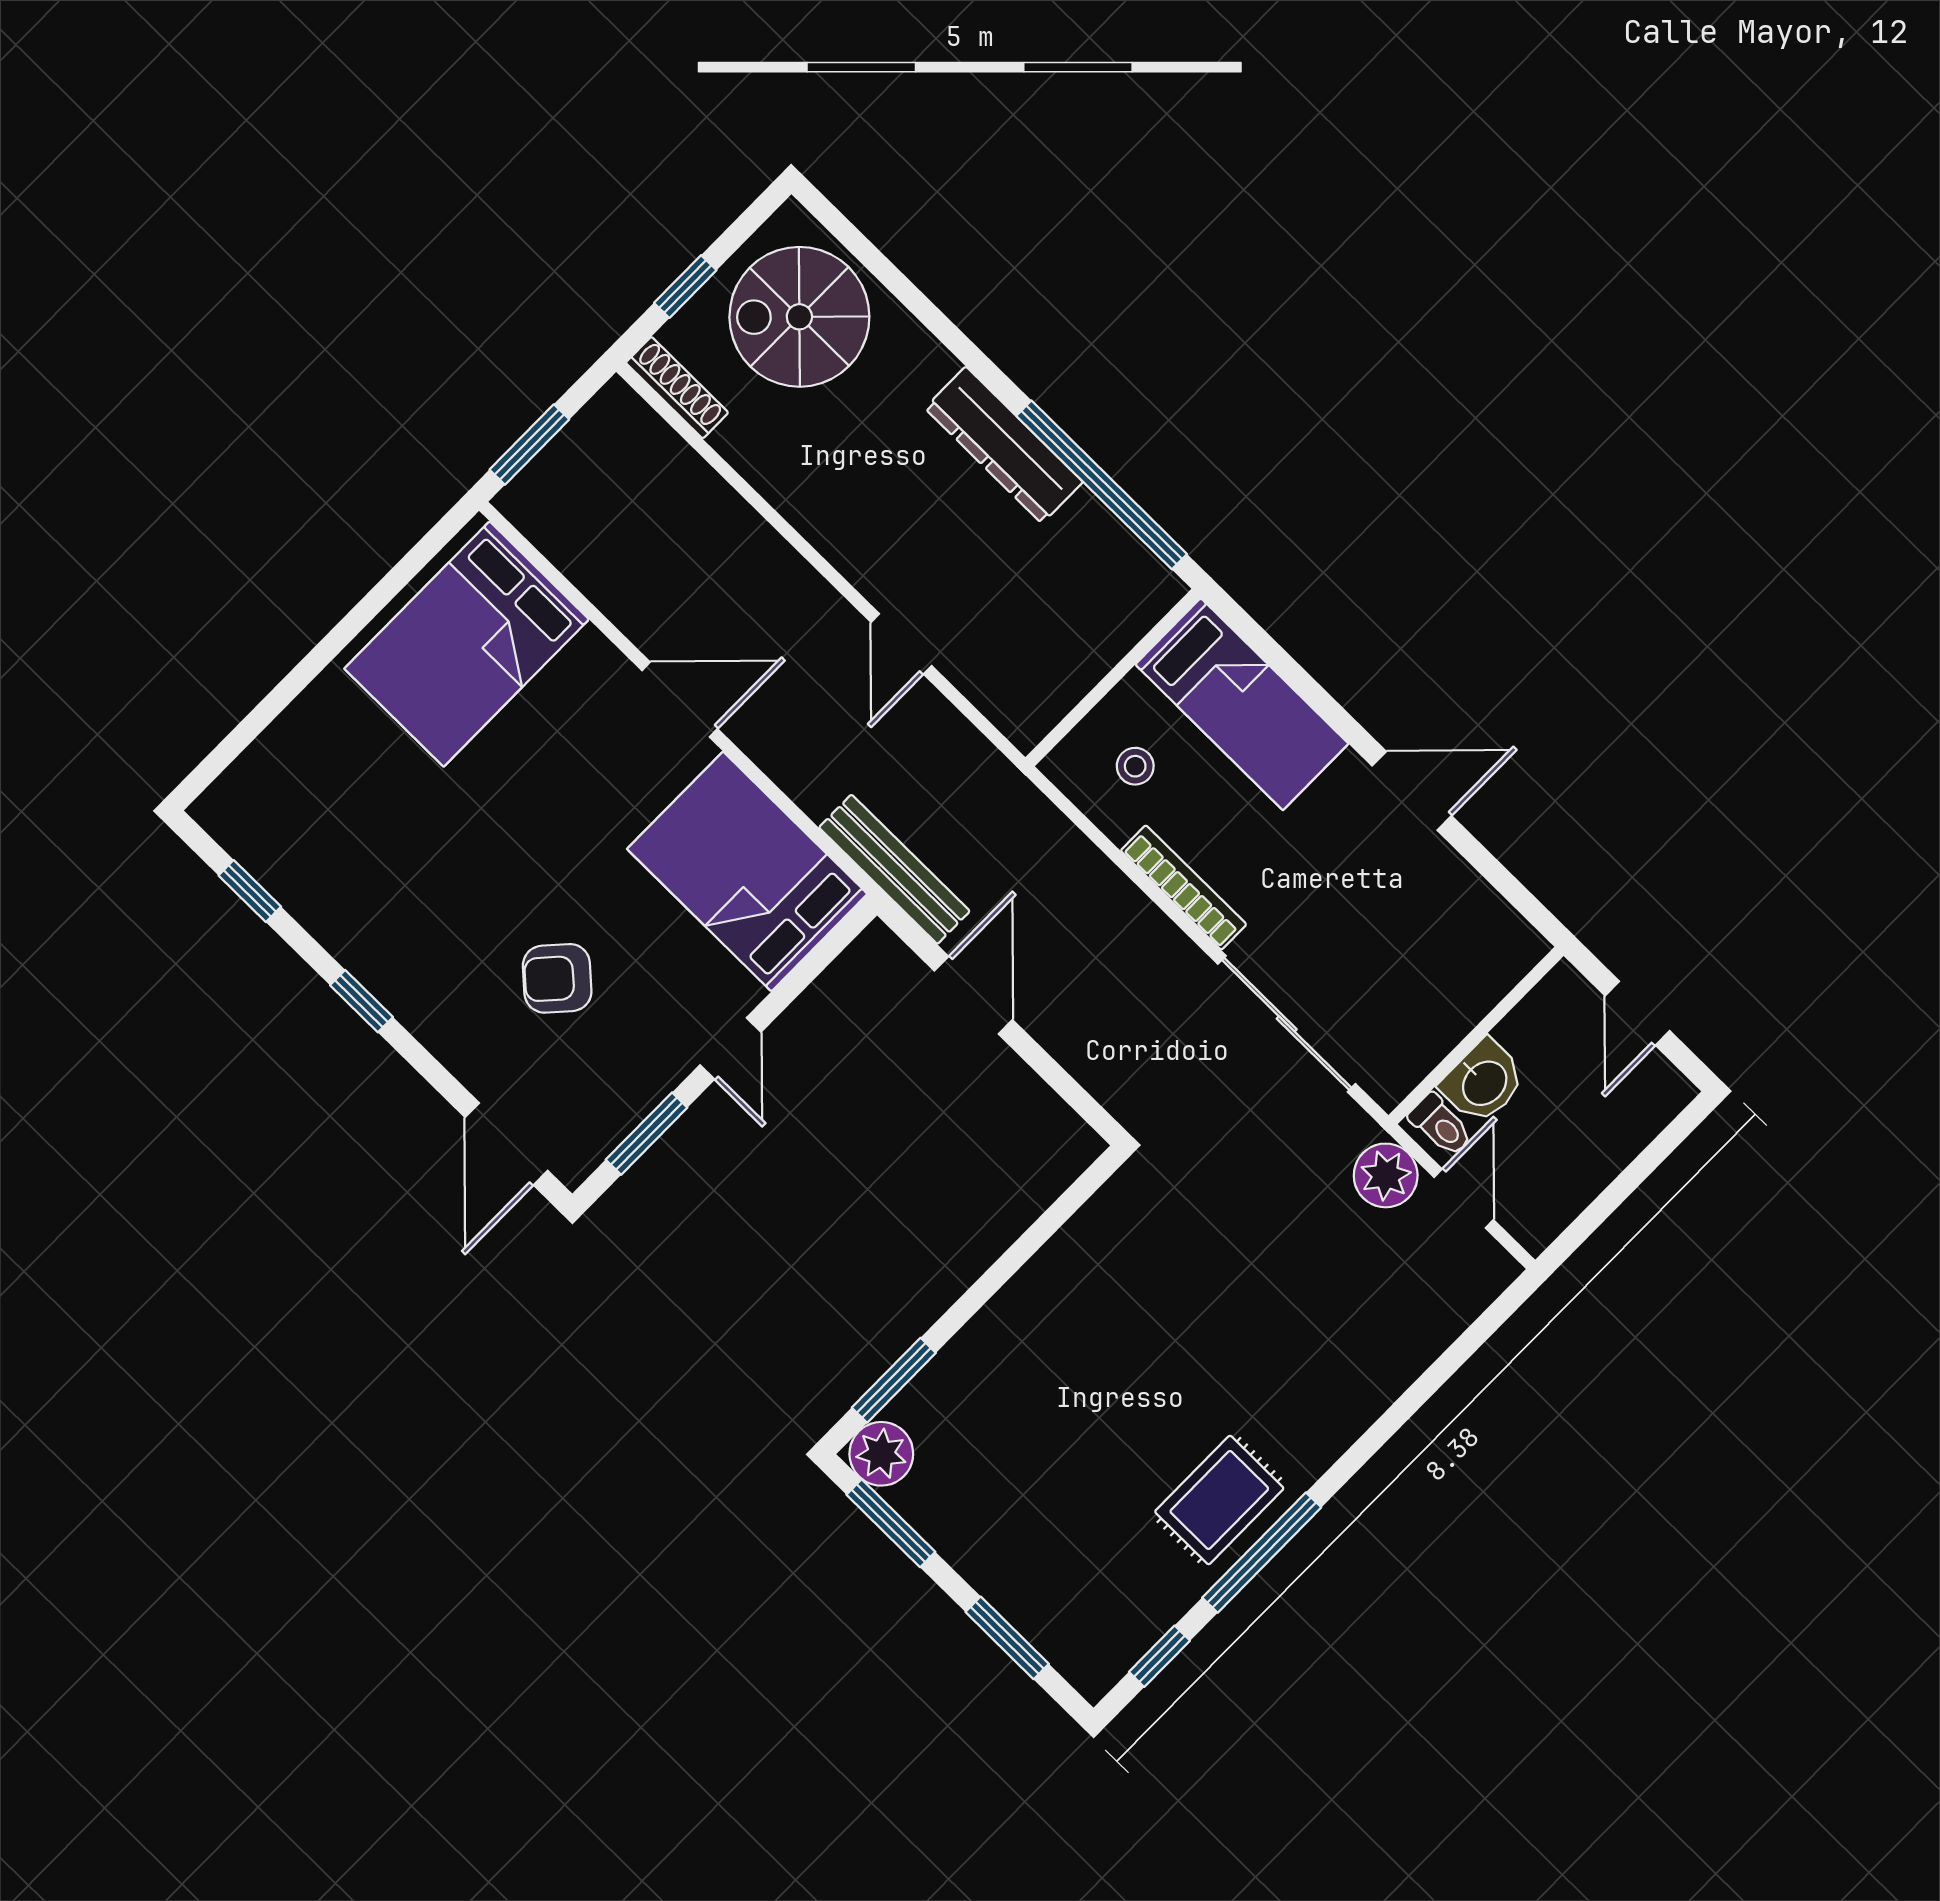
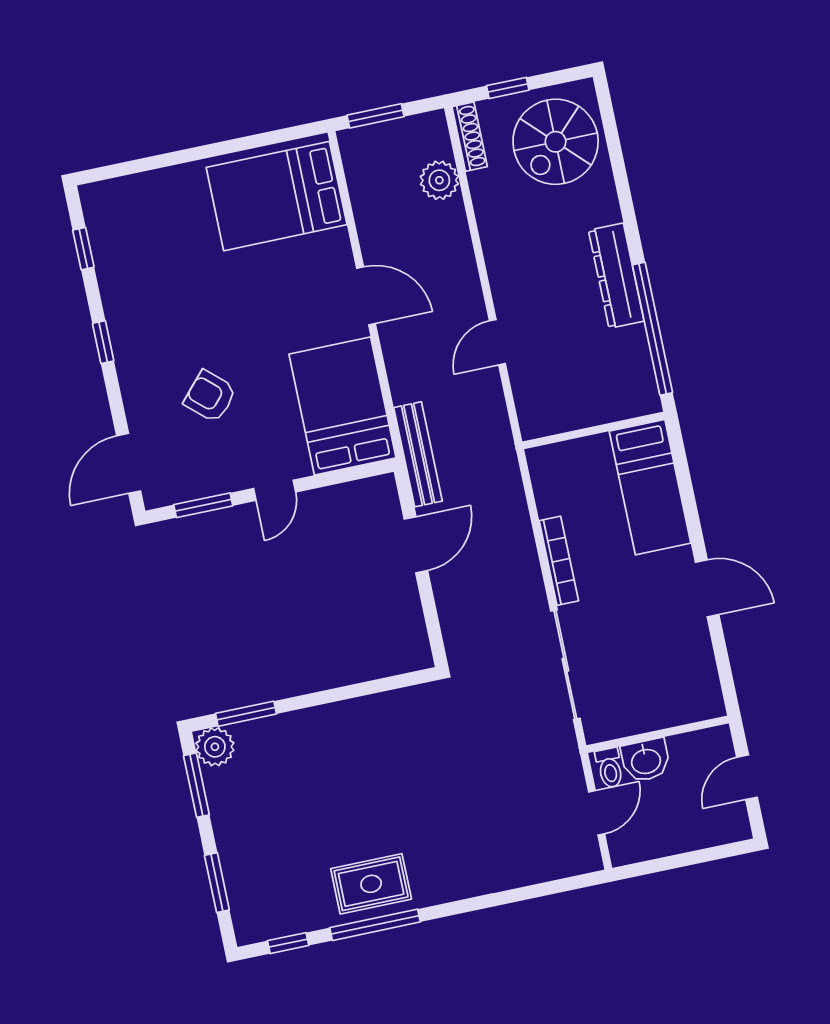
spiral stairs: (799, 317) -> (556, 142), turned -90
stool: (1135, 766) -> (575, 483), removed
plant: (1386, 1175) -> (439, 180), moved

